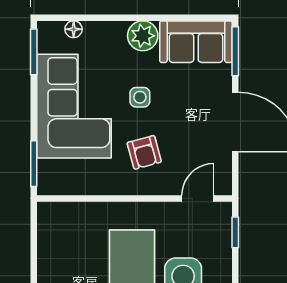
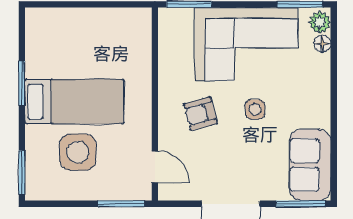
plant: (143, 36) -> (320, 22), moved, width x0.73, depth x0.73
window: (235, 232) -> (121, 204), width x1.50

